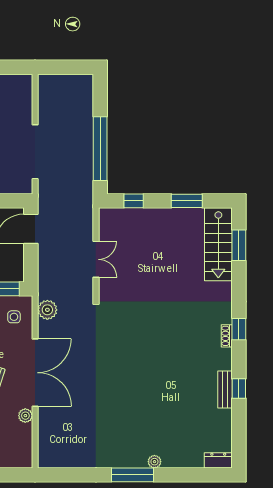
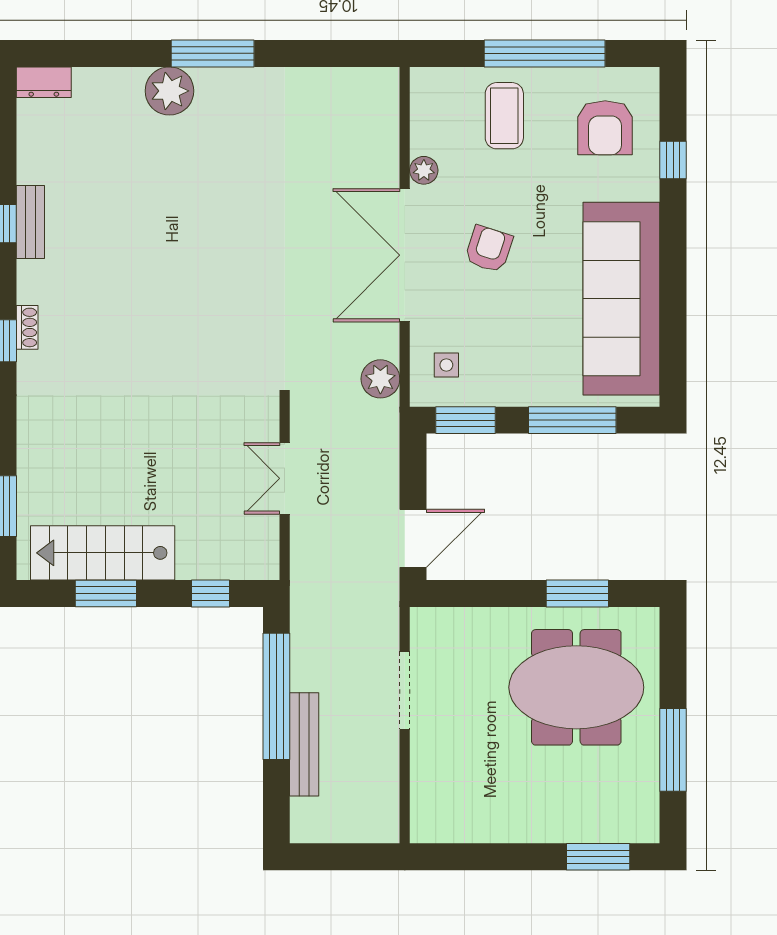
bench: (86, 124) -> (304, 744), added
doorway: (35, 152) -> (405, 690), width x0.73
stairs: (218, 244) -> (103, 553), moved, turned -90
plant: (154, 462) -> (169, 91), width x1.88, depth x1.88

